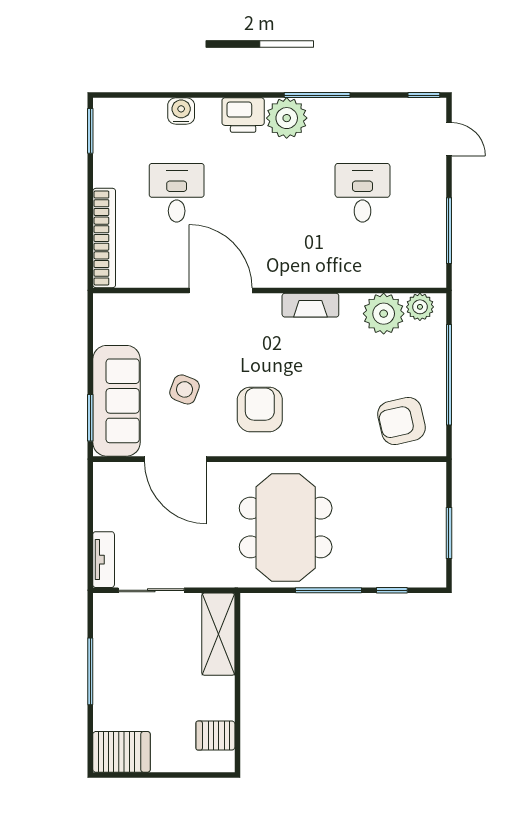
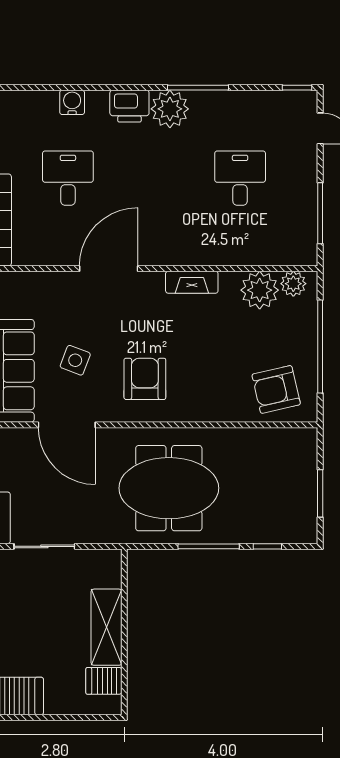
door: (221, 290) -> (109, 269), hinge flipped
meeting table: (286, 528) -> (169, 488), turned 90
shelving: (218, 634) -> (106, 627), moved

